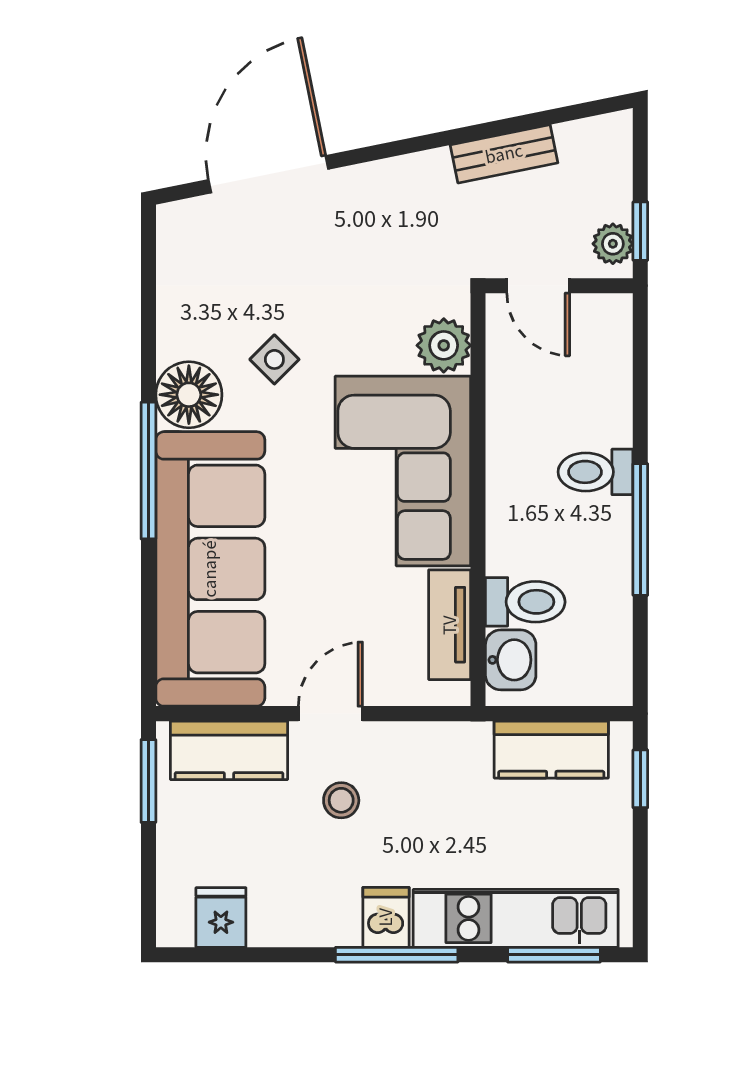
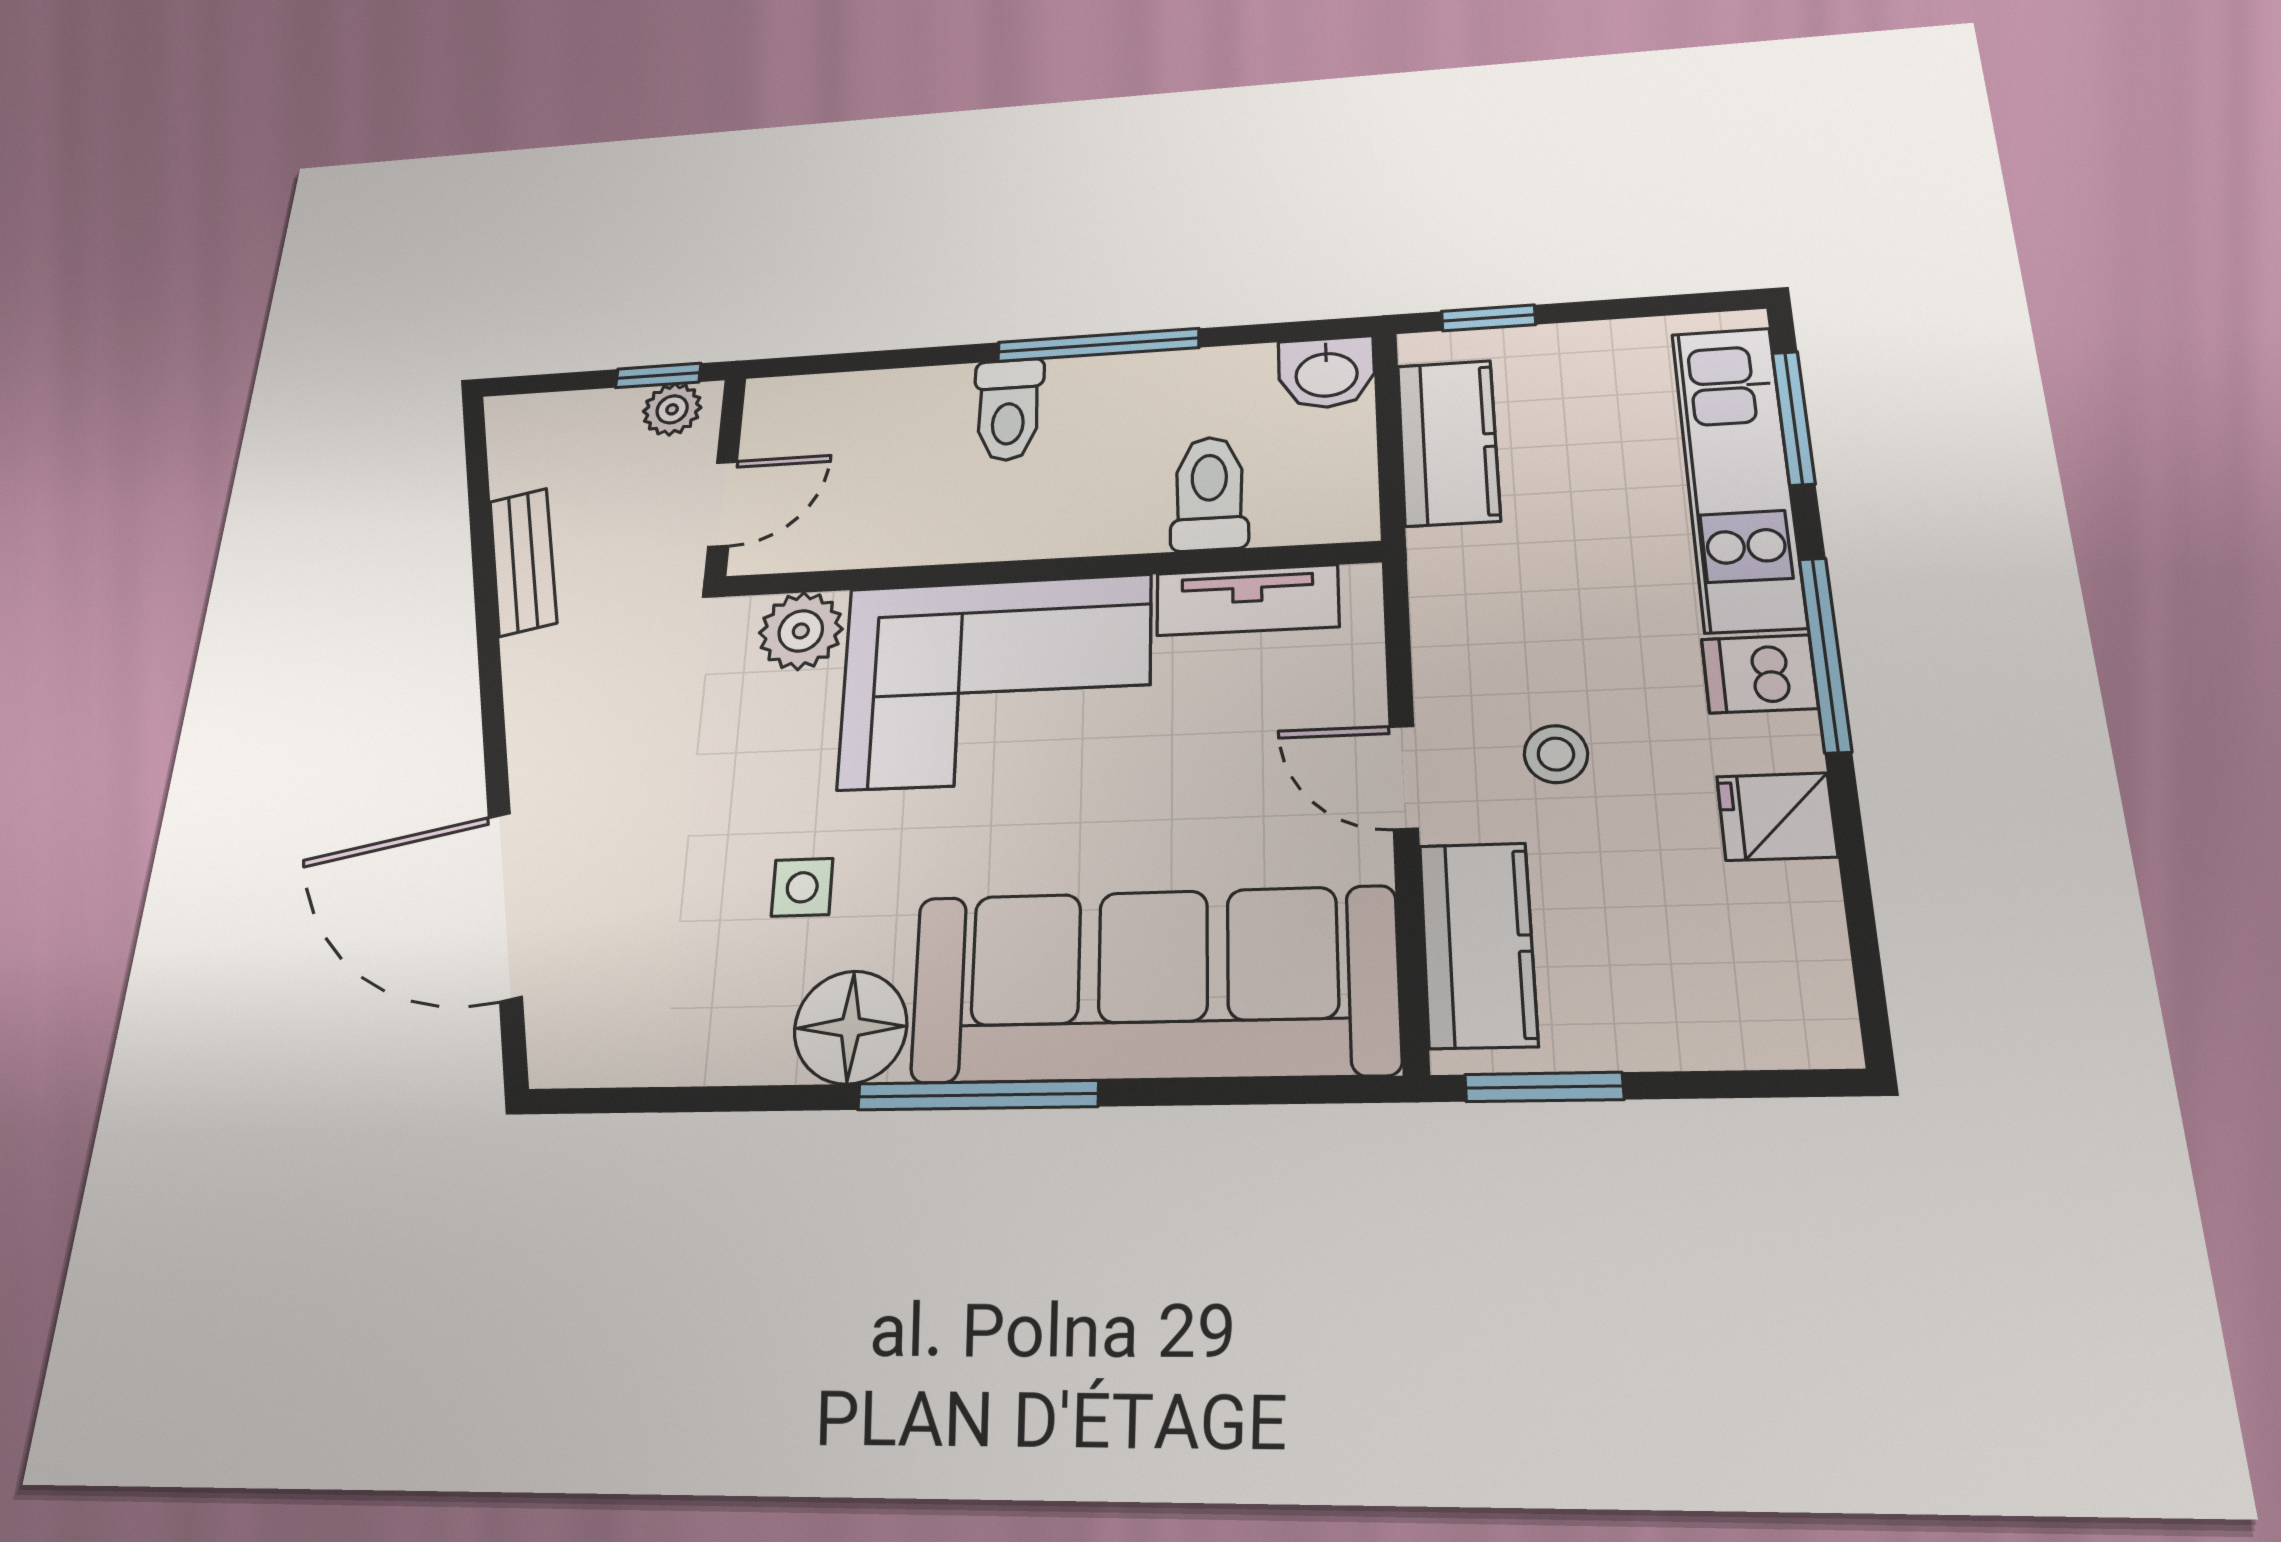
side table: (274, 359) -> (802, 887), turned 45
washbasin: (511, 660) -> (1326, 373), moved, turned 180
fridge: (221, 917) -> (1777, 816), moved

